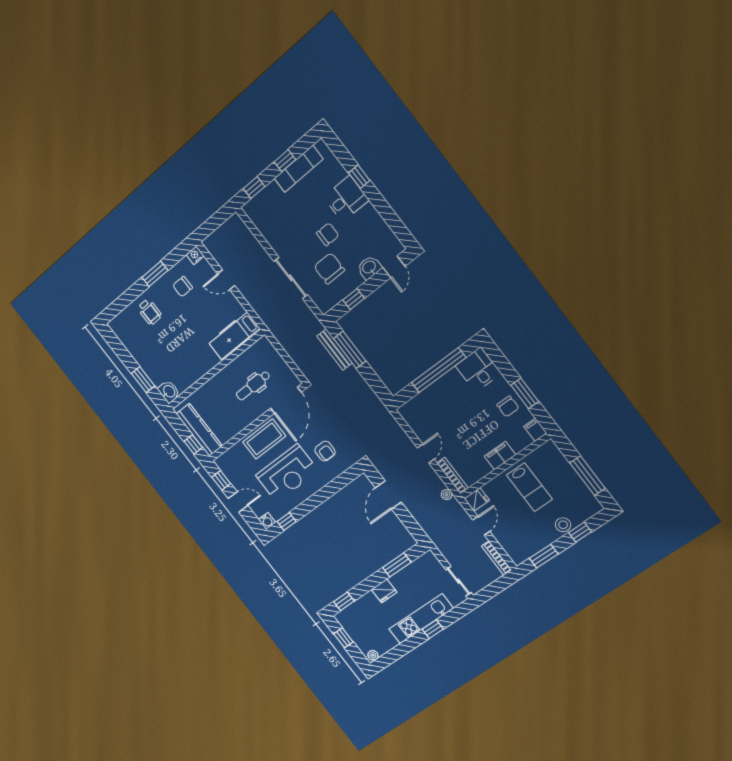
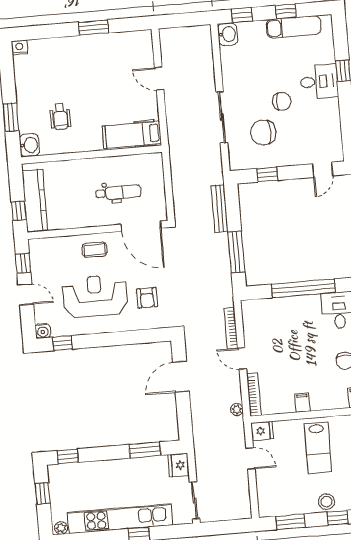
nightstand: (195, 255) -> (19, 47), moved
washbasin: (369, 267) -> (228, 34), moved, turned 90
chair: (329, 268) -> (263, 132), turned -90
chair: (183, 287) -> (112, 57), removed
wheelchair: (150, 312) -> (60, 117), moved
window: (350, 350) -> (236, 252), moved
dental chair: (253, 386) -> (118, 192), turned 180
door: (286, 400) -> (141, 226), hinge flipped
coffee table: (264, 439) -> (95, 250), width x0.54, depth x0.58
door: (426, 454) -> (242, 359), swing flipped
filing cabinet: (500, 456) -> (302, 403), width x0.50
reception desk: (287, 473) -> (95, 296), turned 180
door: (481, 526) -> (250, 458), hinge flipped
bookcase: (496, 558) -> (231, 328), moved
fridge: (384, 591) -> (179, 465), moved, turned 90
kitchen unit: (421, 619) -> (120, 519), width x1.36

